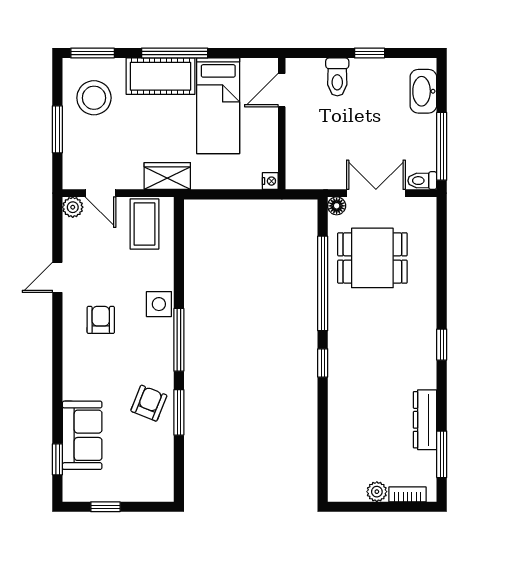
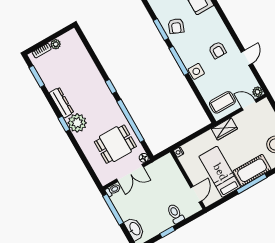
coffee table: (144, 224) -> (222, 102), turned 90
plant: (418, 333) -> (77, 123), added
dresser: (425, 420) -> (61, 103), moved

